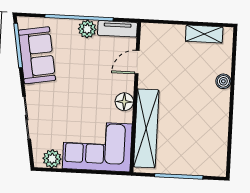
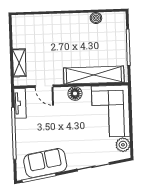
plant: (87, 29) -> (22, 126), removed
shelving: (204, 34) -> (19, 63), moved
boiler: (223, 81) -> (96, 18), moved

